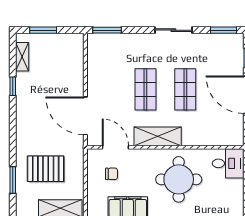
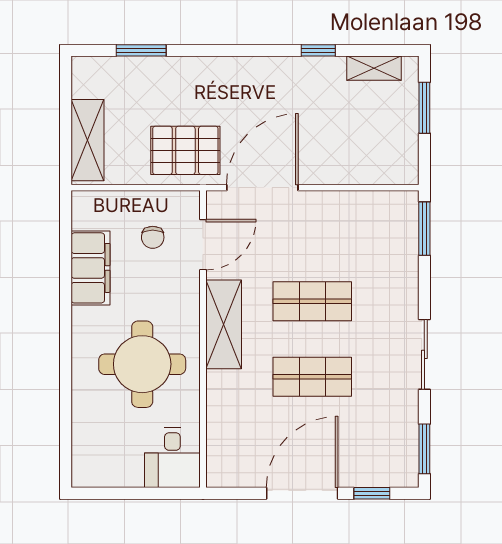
pallet: (46, 169) -> (185, 150), moved, turned 90

